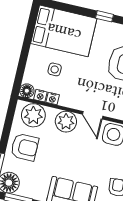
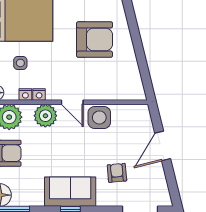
nightstand: (40, 96) -> (39, 94), moved

